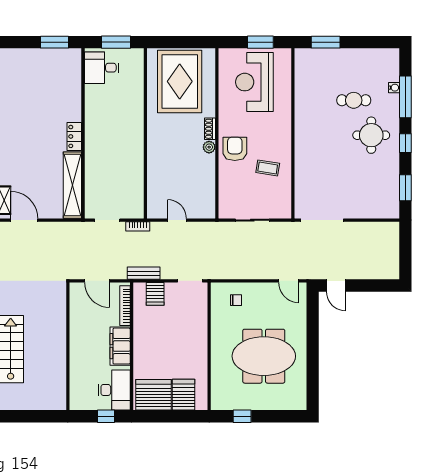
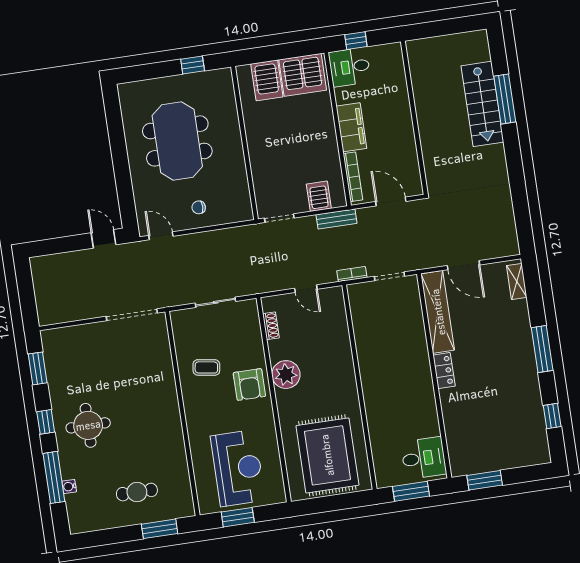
cafe table: (354, 100) -> (137, 492), moved
shoe rack: (210, 129) -> (271, 326), moved
plant: (209, 147) -> (286, 375), width x1.88, depth x1.88
door: (24, 220) -> (463, 265), moved
chair: (236, 300) -> (199, 207), moved
meeting table: (264, 356) -> (177, 141), turned 90
desk: (114, 390) -> (350, 67), width x0.73

